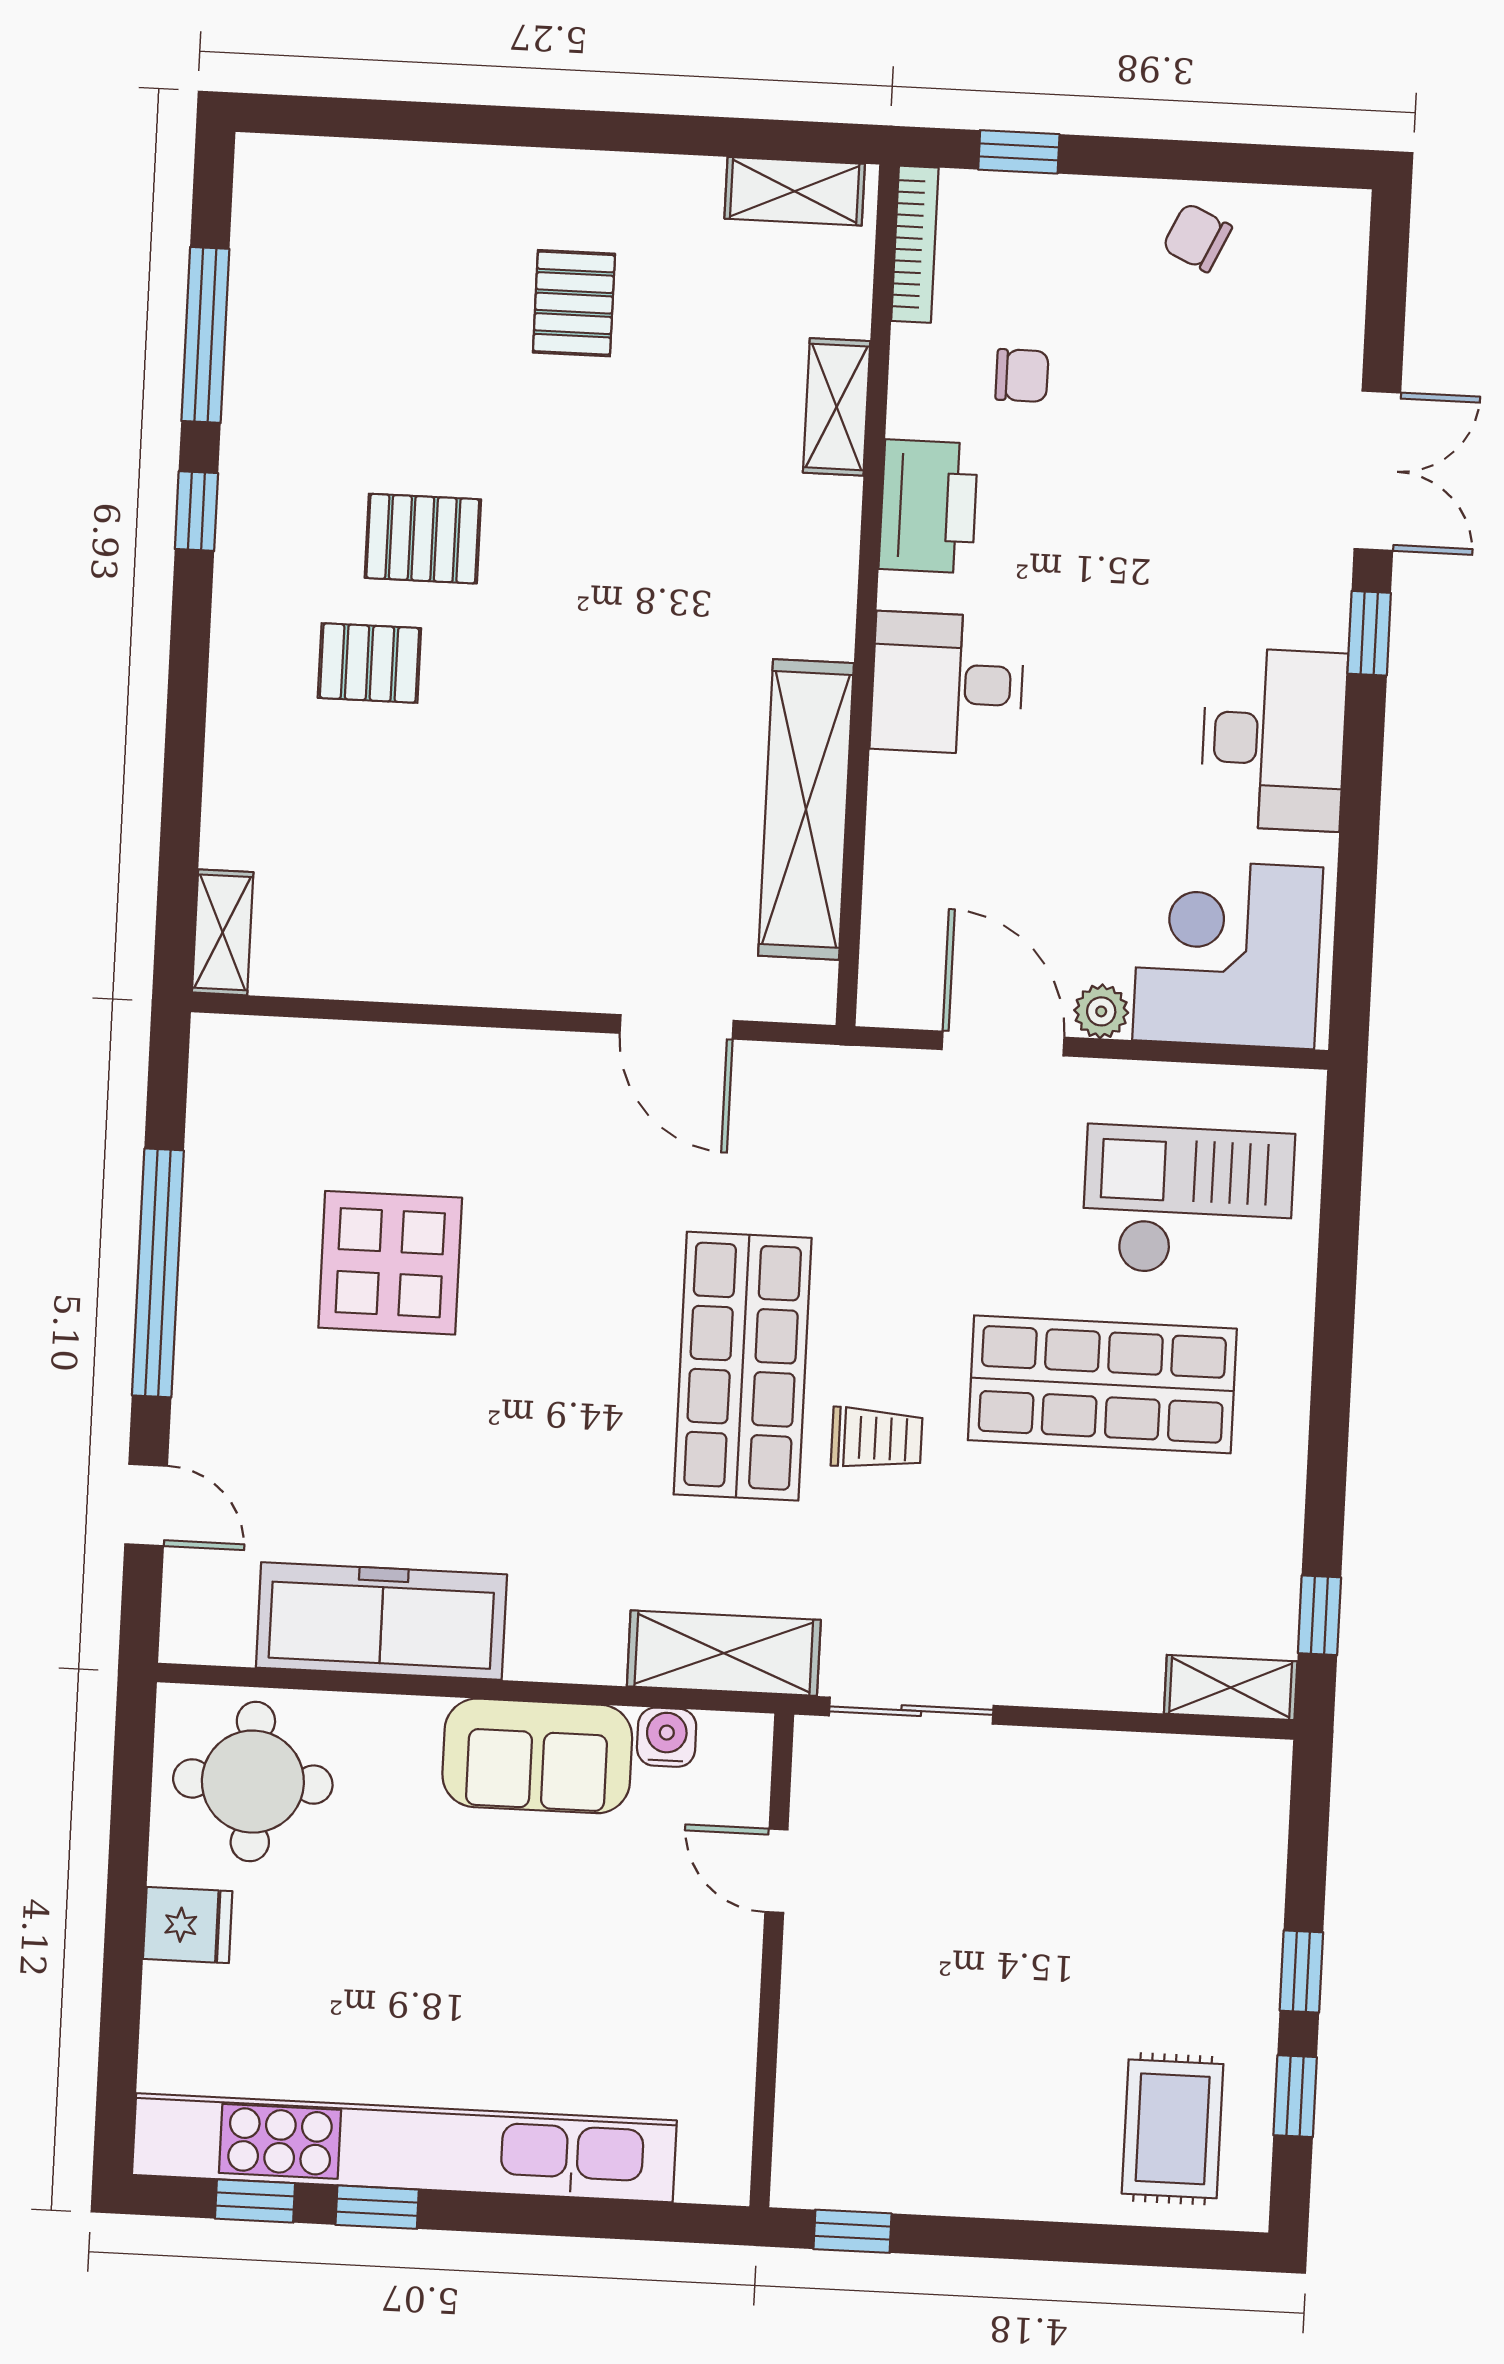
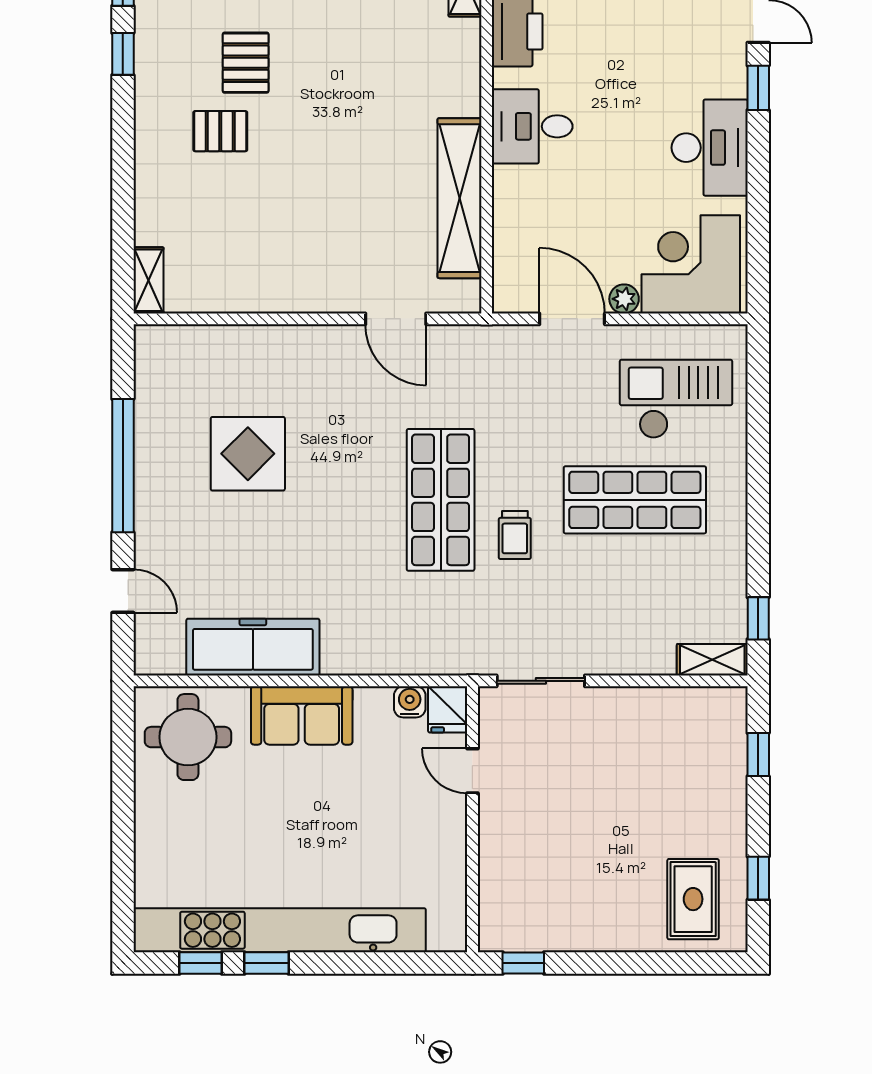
pallet: (423, 539) -> (246, 63), turned 90
trolley: (877, 1438) -> (515, 535), turned 90
shelving: (724, 1653) -> (438, 655), removed
sofa: (537, 1756) -> (302, 715), moved
fridge: (188, 1925) -> (448, 709), moved, turned 90
window: (1301, 1971) -> (758, 755), moved

